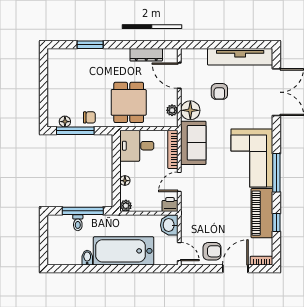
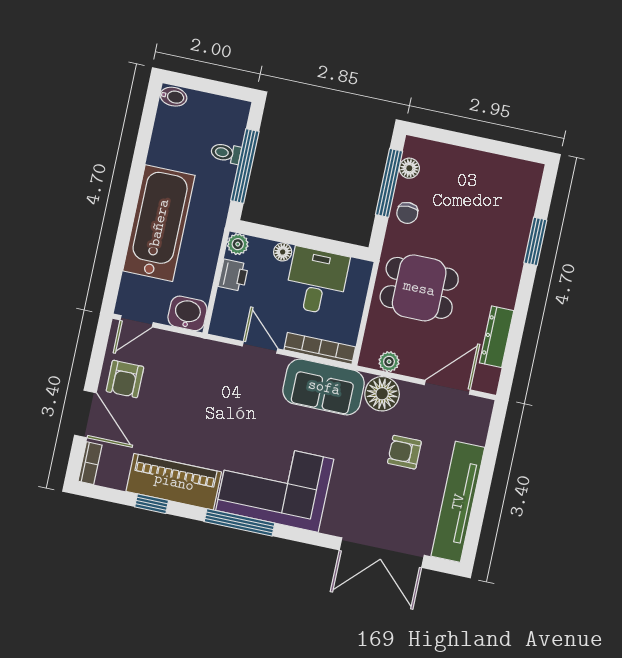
desk: (137, 146) -> (317, 281), moved
printer: (170, 205) -> (233, 275), moved
bidet: (87, 258) -> (173, 97), moved

